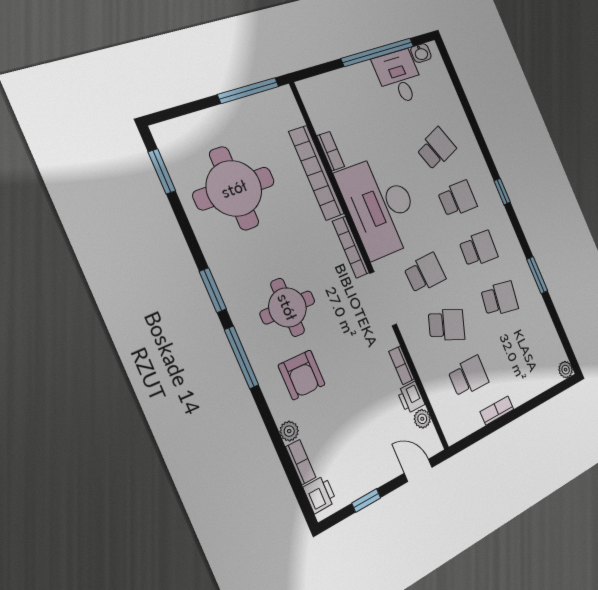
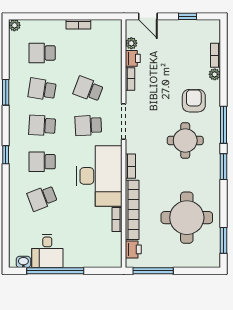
bookcase: (351, 247) -> (130, 166), width x0.64
school desk: (468, 376) -> (42, 53), moved
printer: (320, 494) -> (133, 249), moved, turned 180

